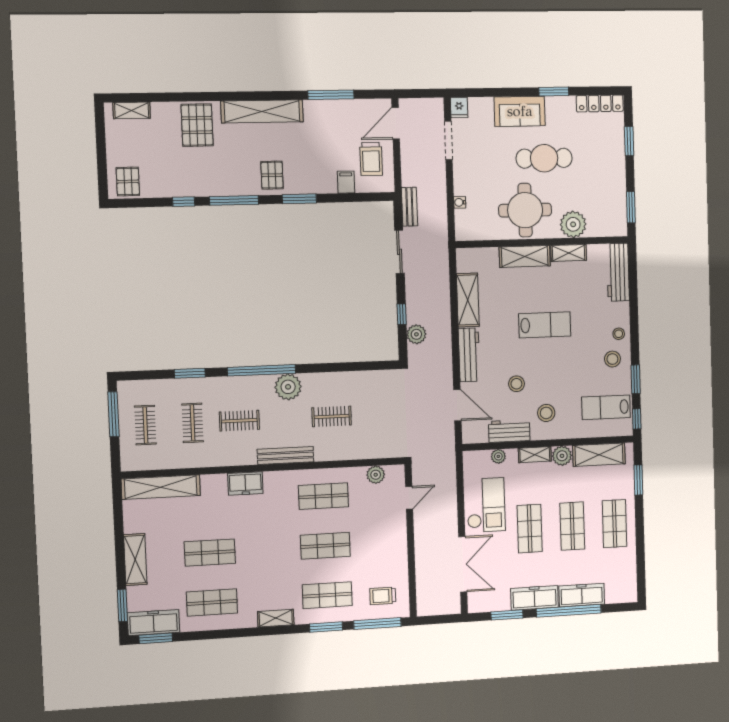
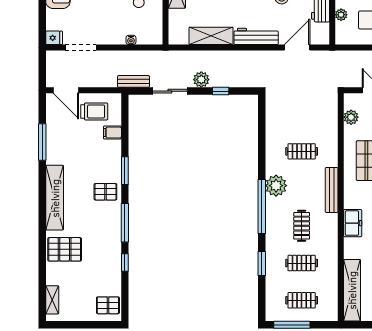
plant: (416, 334) -> (201, 80), moved
clothes rail: (332, 416) -> (302, 151), turned 90

